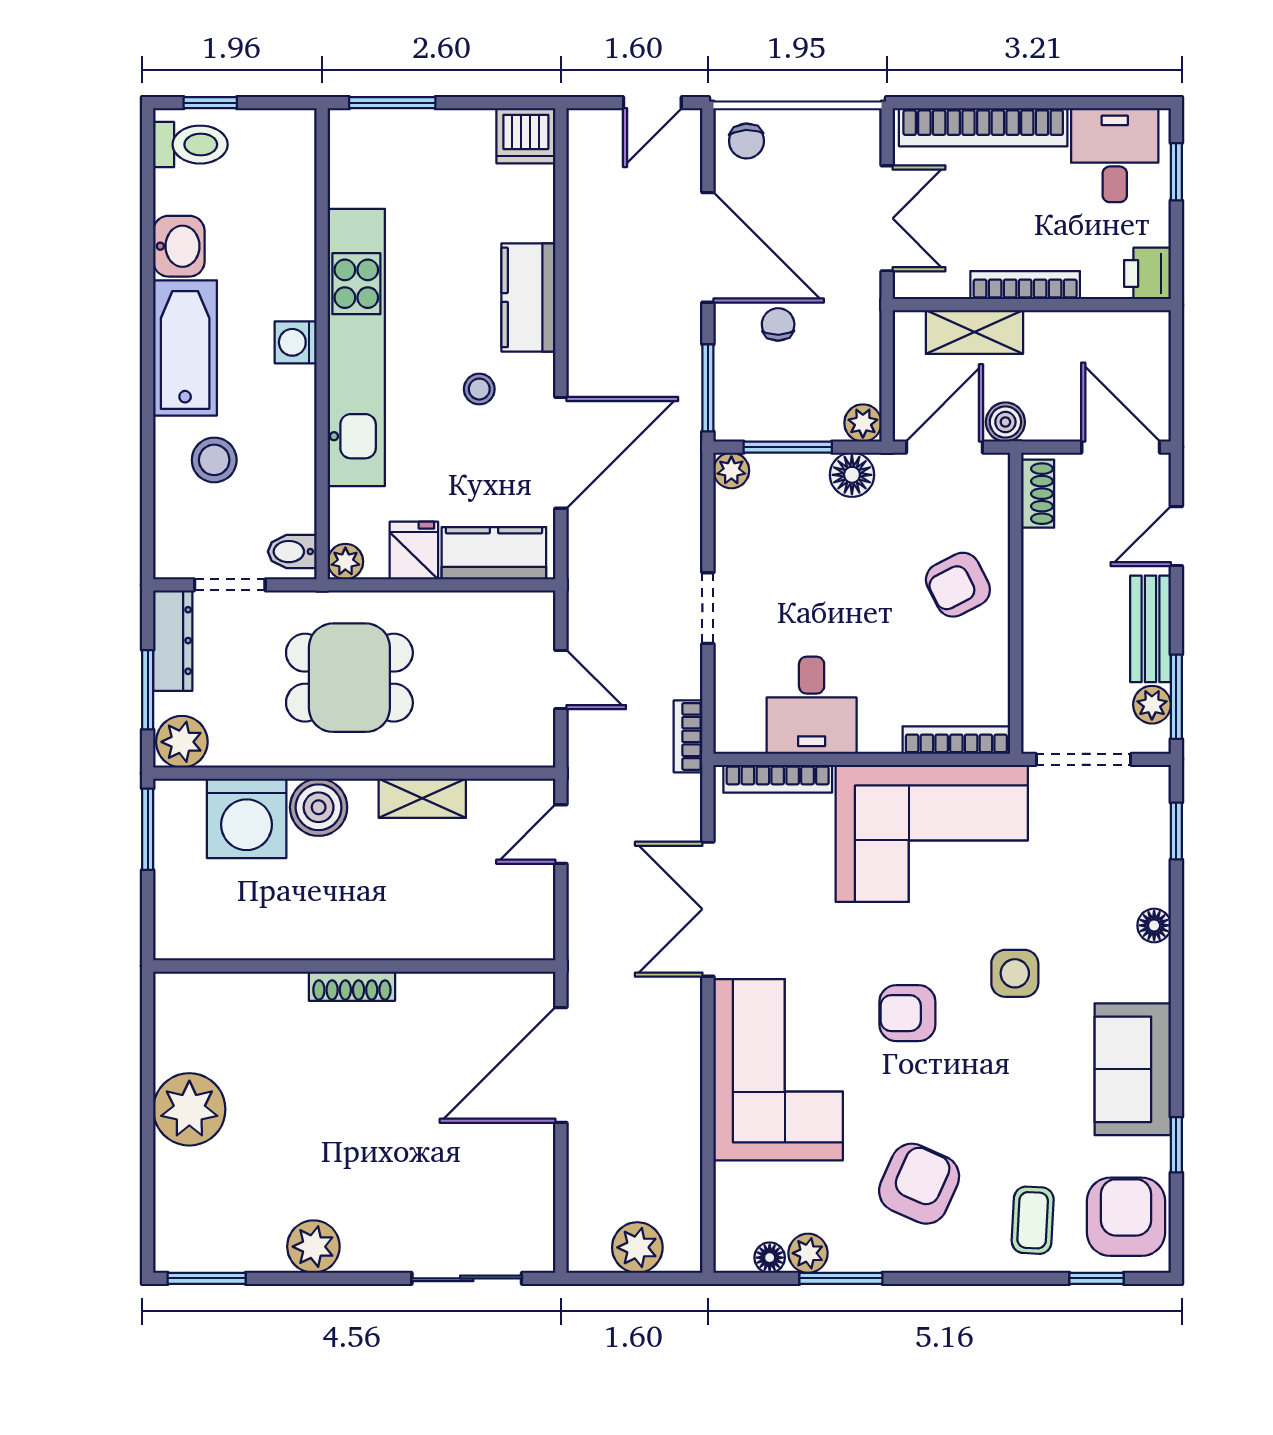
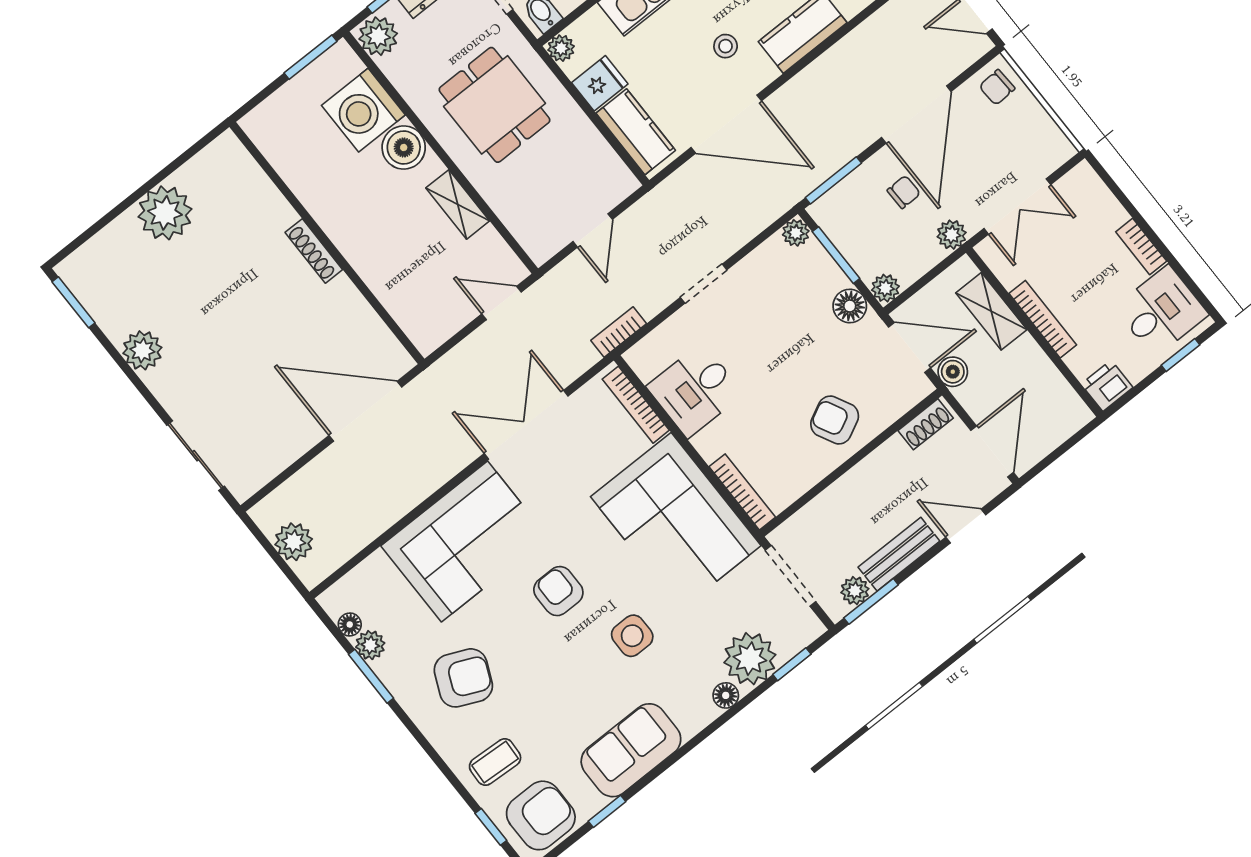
bookcase: (983, 127) -> (1141, 246), width x0.43, depth x0.76
plant: (862, 310) -> (952, 235), added
plant: (1136, 870) -> (750, 659), added

